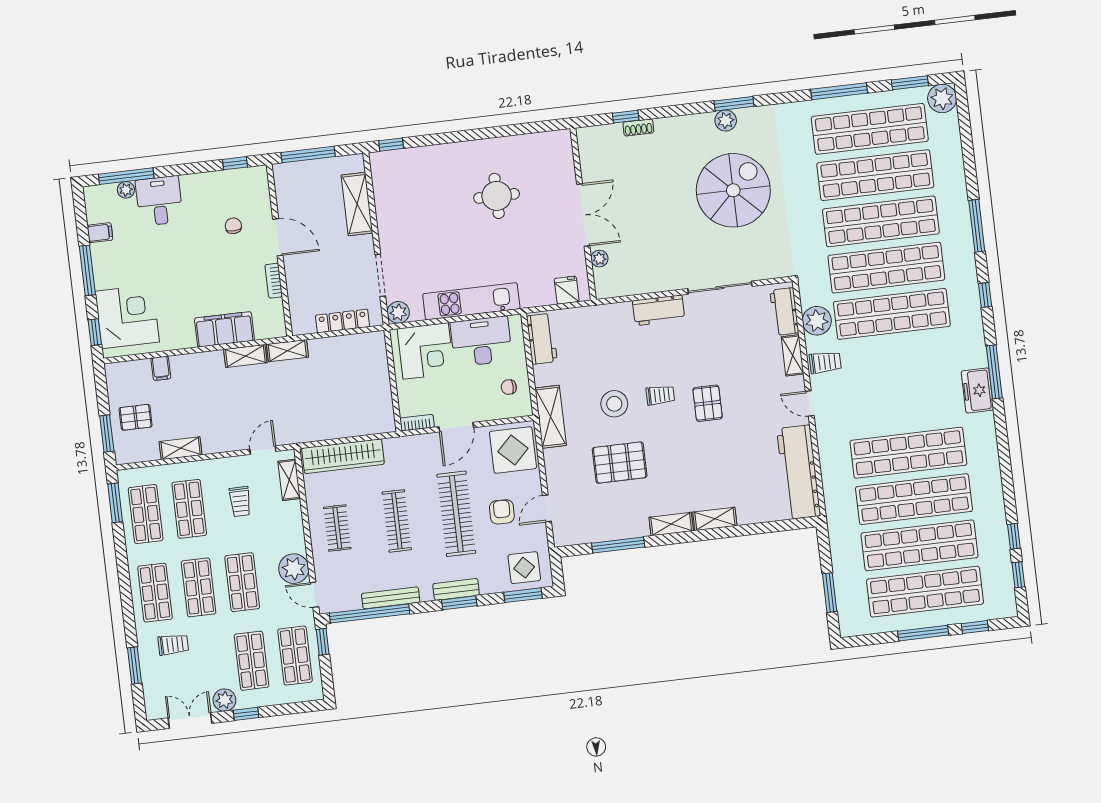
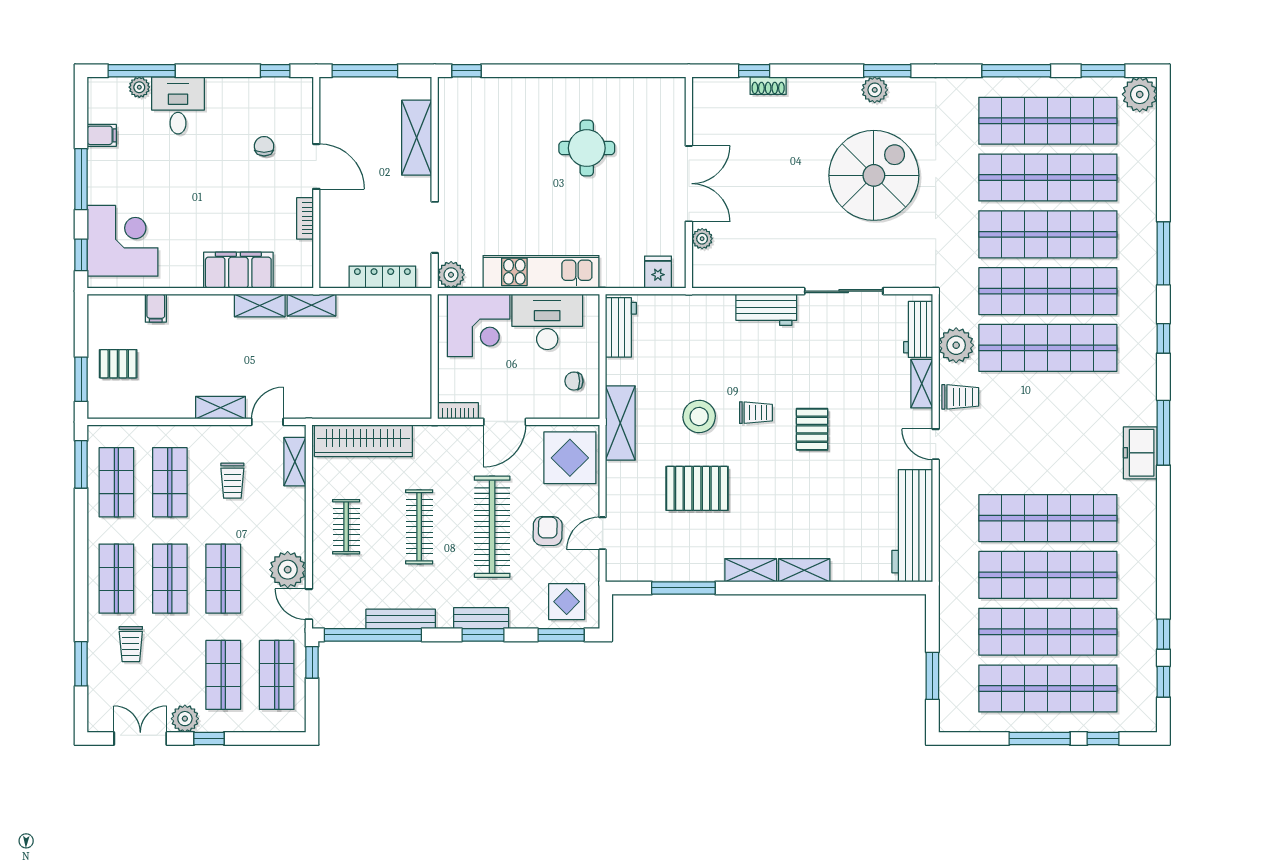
shelving: (181, 448) -> (221, 408), moved
trolley: (173, 645) -> (131, 644), turned 90

